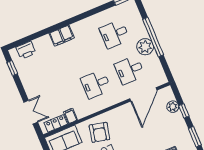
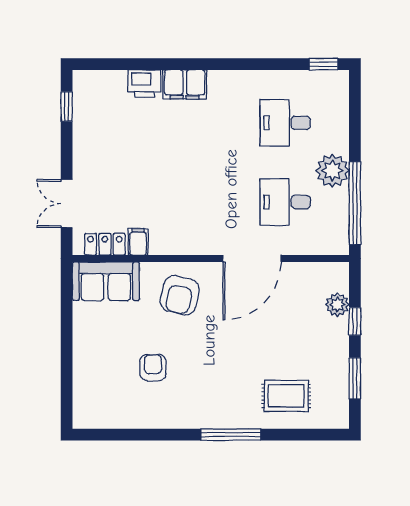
window: (153, 37) -> (355, 203), moved
printer: (26, 50) -> (144, 83), moved
desk: (96, 84) -> (211, 202), removed
door: (143, 94) -> (252, 258), moved
double door: (31, 112) -> (67, 203), swing flipped

